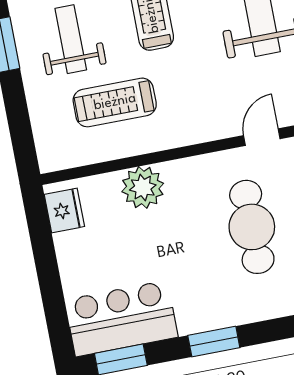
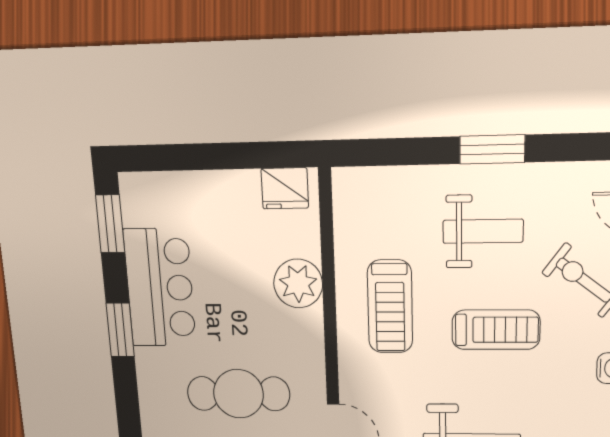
treadmill: (115, 102) -> (390, 307), moved, turned 180
bar counter: (121, 319) -> (160, 288), moved

